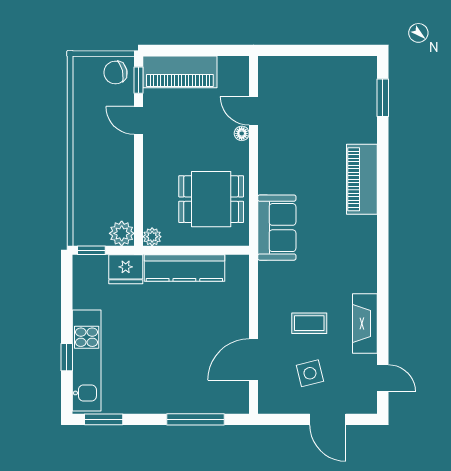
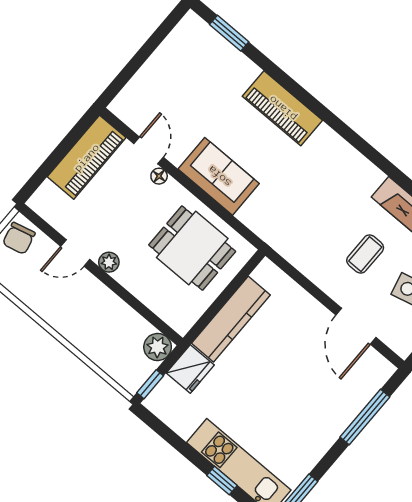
piano: (180, 72) -> (87, 157), moved
window: (139, 80) -> (42, 224), removed
door: (253, 111) -> (149, 150), swing flipped
dining table: (211, 199) -> (192, 248), turned 90
sofa: (277, 228) -> (219, 176), moved
plant: (152, 237) -> (109, 262), moved

